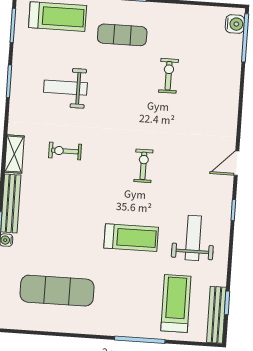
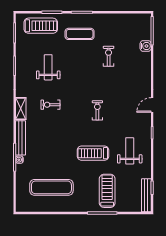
water cooler: (235, 24) -> (146, 46), moved
weight bench: (65, 88) -> (48, 67), turned 90
treadmill: (131, 238) -> (93, 153), turned 180
treadmill: (176, 304) -> (107, 191), moved

